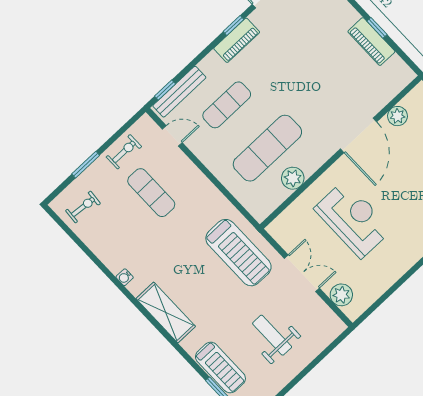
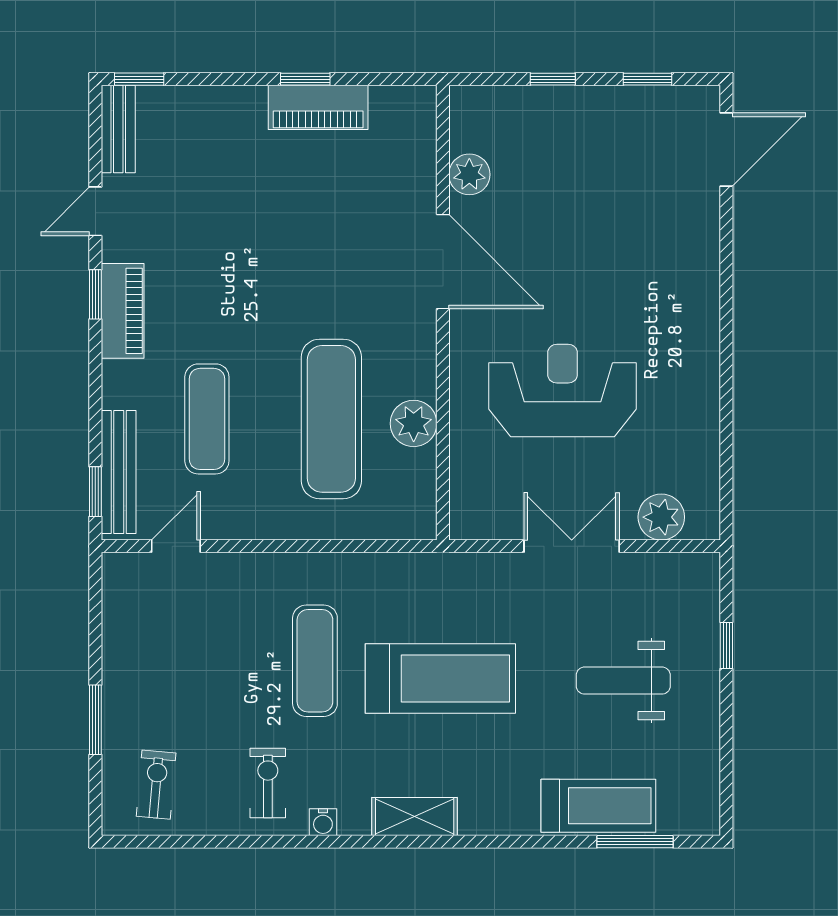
exercise bike: (124, 152) -> (268, 783), moved
exercise mat: (151, 193) -> (315, 661), moved, turned 90
treadmill: (238, 253) -> (440, 679), moved
shelving: (166, 313) -> (415, 817), width x0.67, depth x0.75
window: (318, 360) -> (726, 646), added

